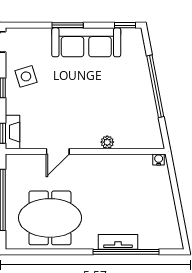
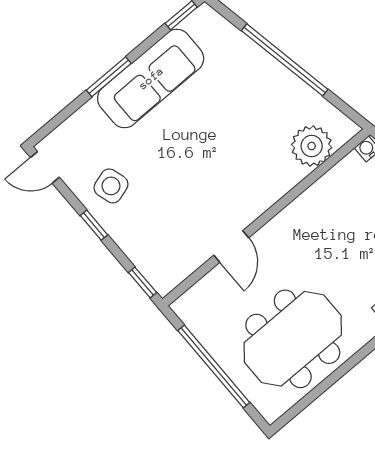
fireplace: (13, 132) -> (153, 270), removed
plant: (107, 142) -> (312, 146), moved, width x1.88, depth x1.88

